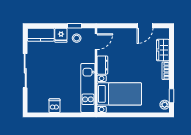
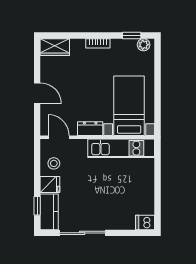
window: (75, 26) -> (37, 206), moved
door: (145, 26) -> (37, 93), moved
wardrobe: (163, 50) -> (55, 47), moved
sliding door: (25, 71) -> (82, 233), moved
dishwasher: (54, 106) -> (145, 222), moved

